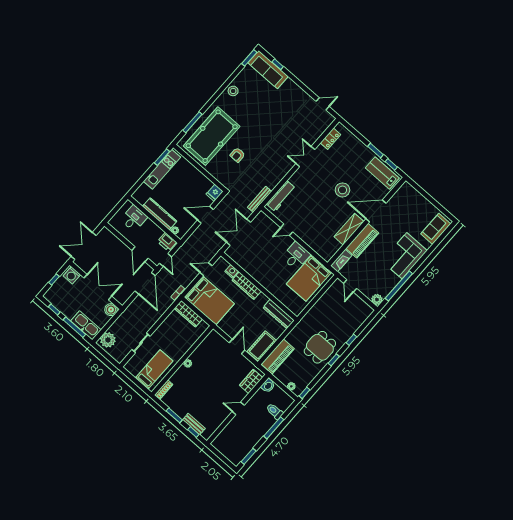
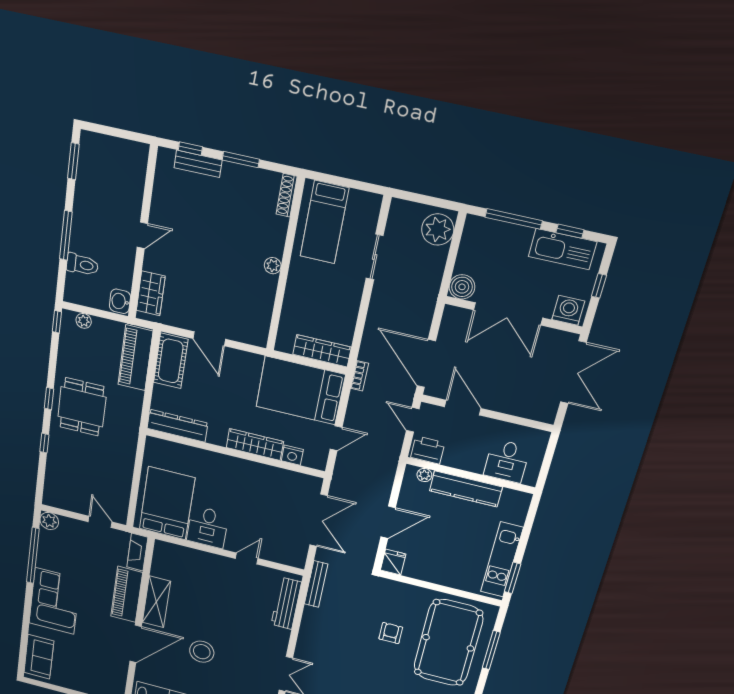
kitchen sink: (86, 325) -> (563, 249), moved

